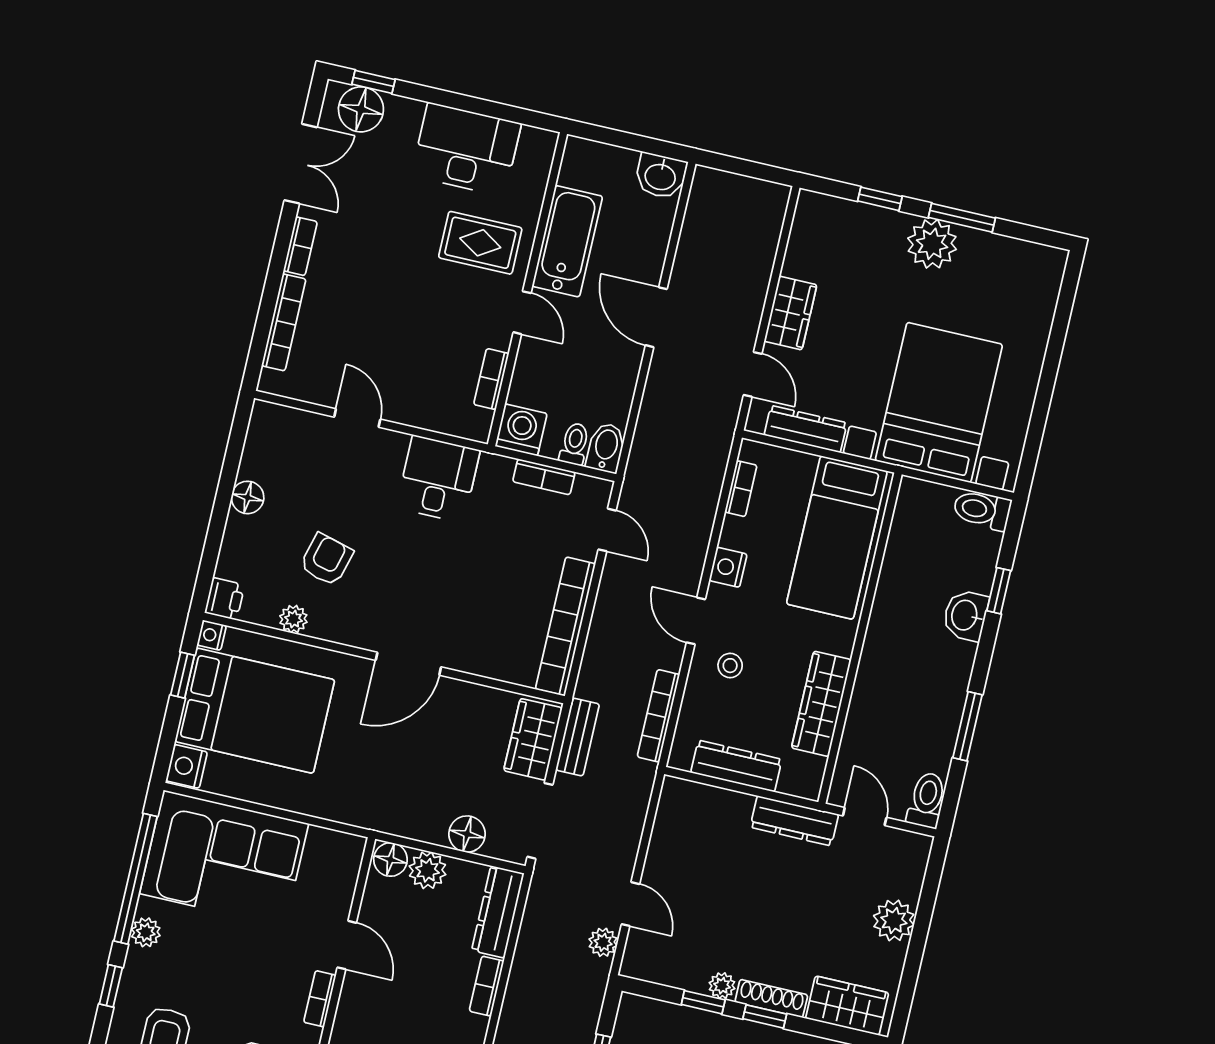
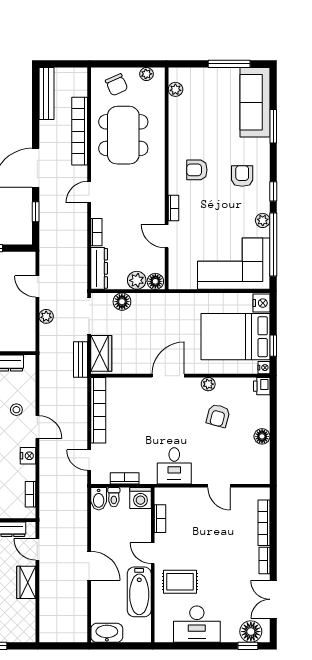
washbasin: (660, 176) -> (107, 633), width x1.38
plant: (293, 619) -> (208, 384), moved
bookcase: (658, 716) -> (45, 378), removed
plant: (603, 942) -> (46, 316), moved

